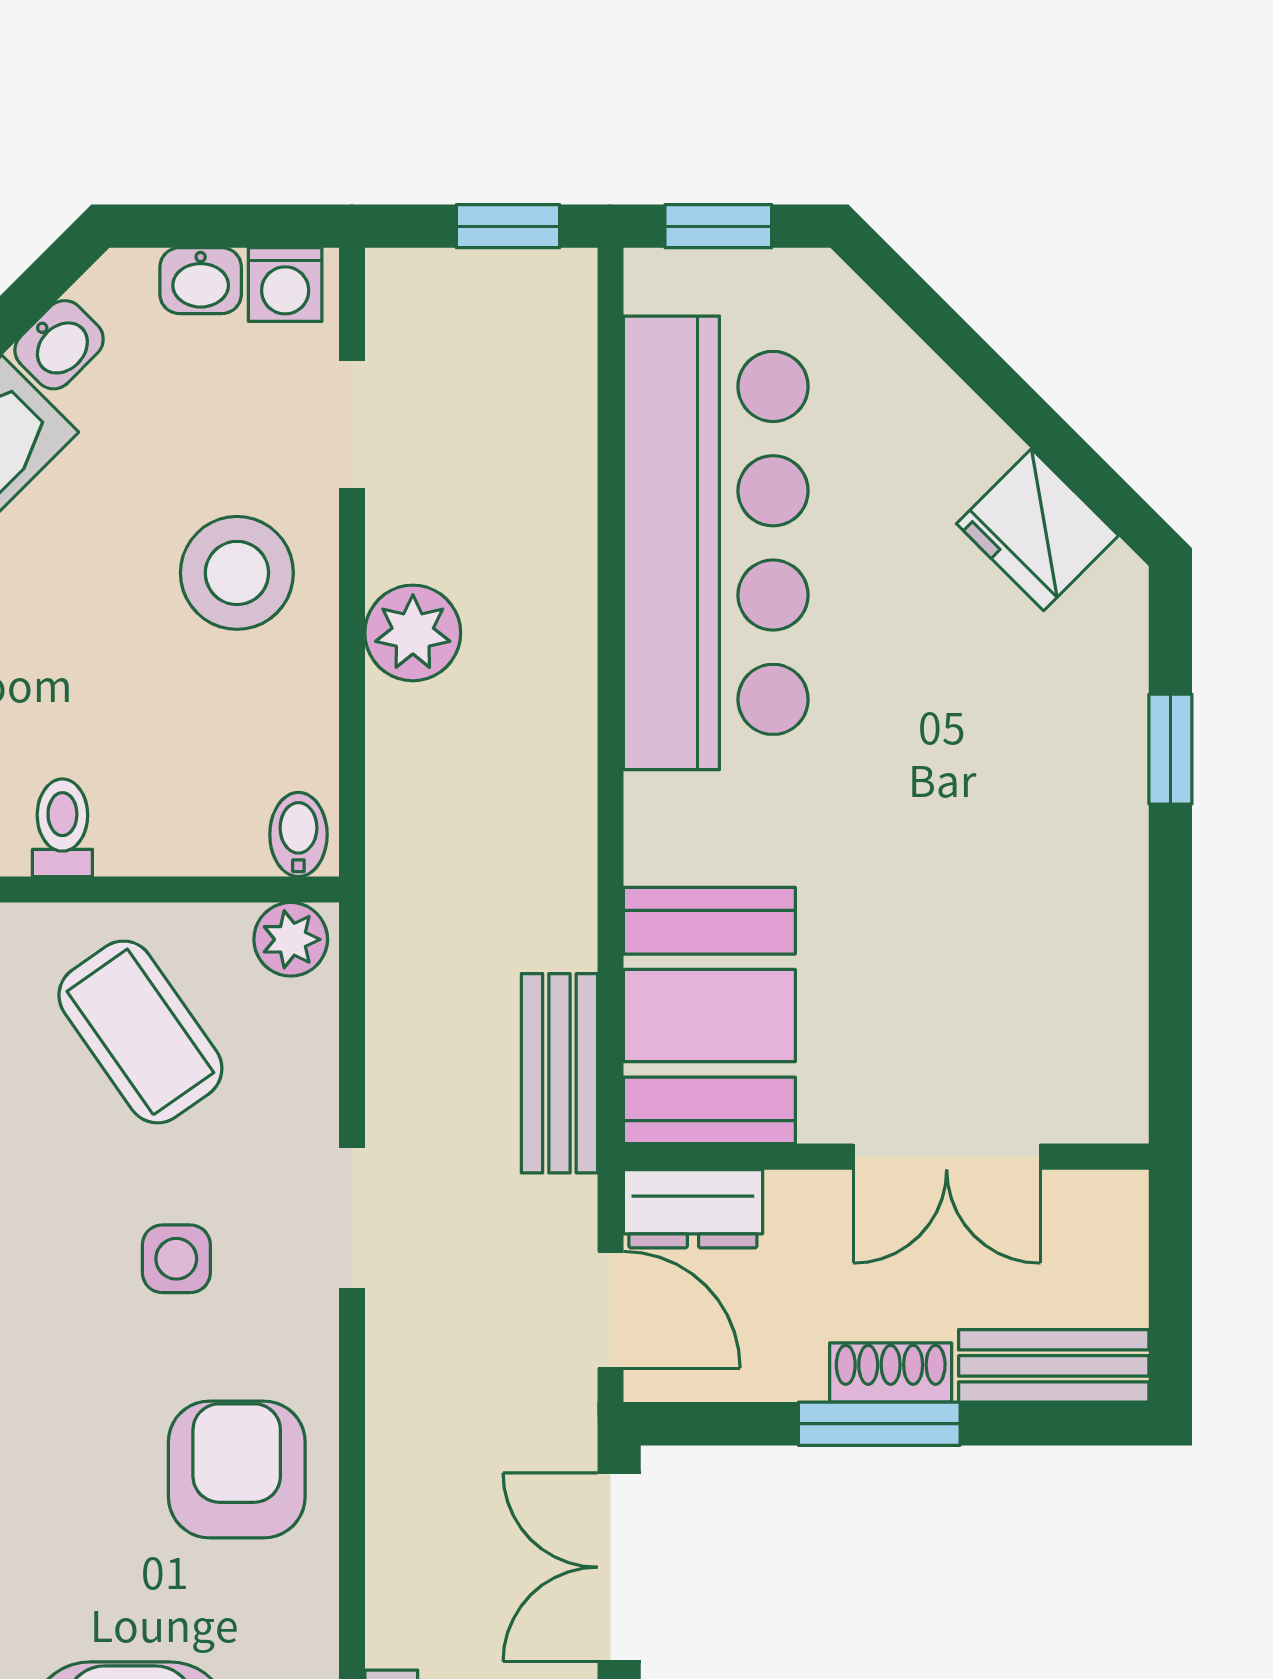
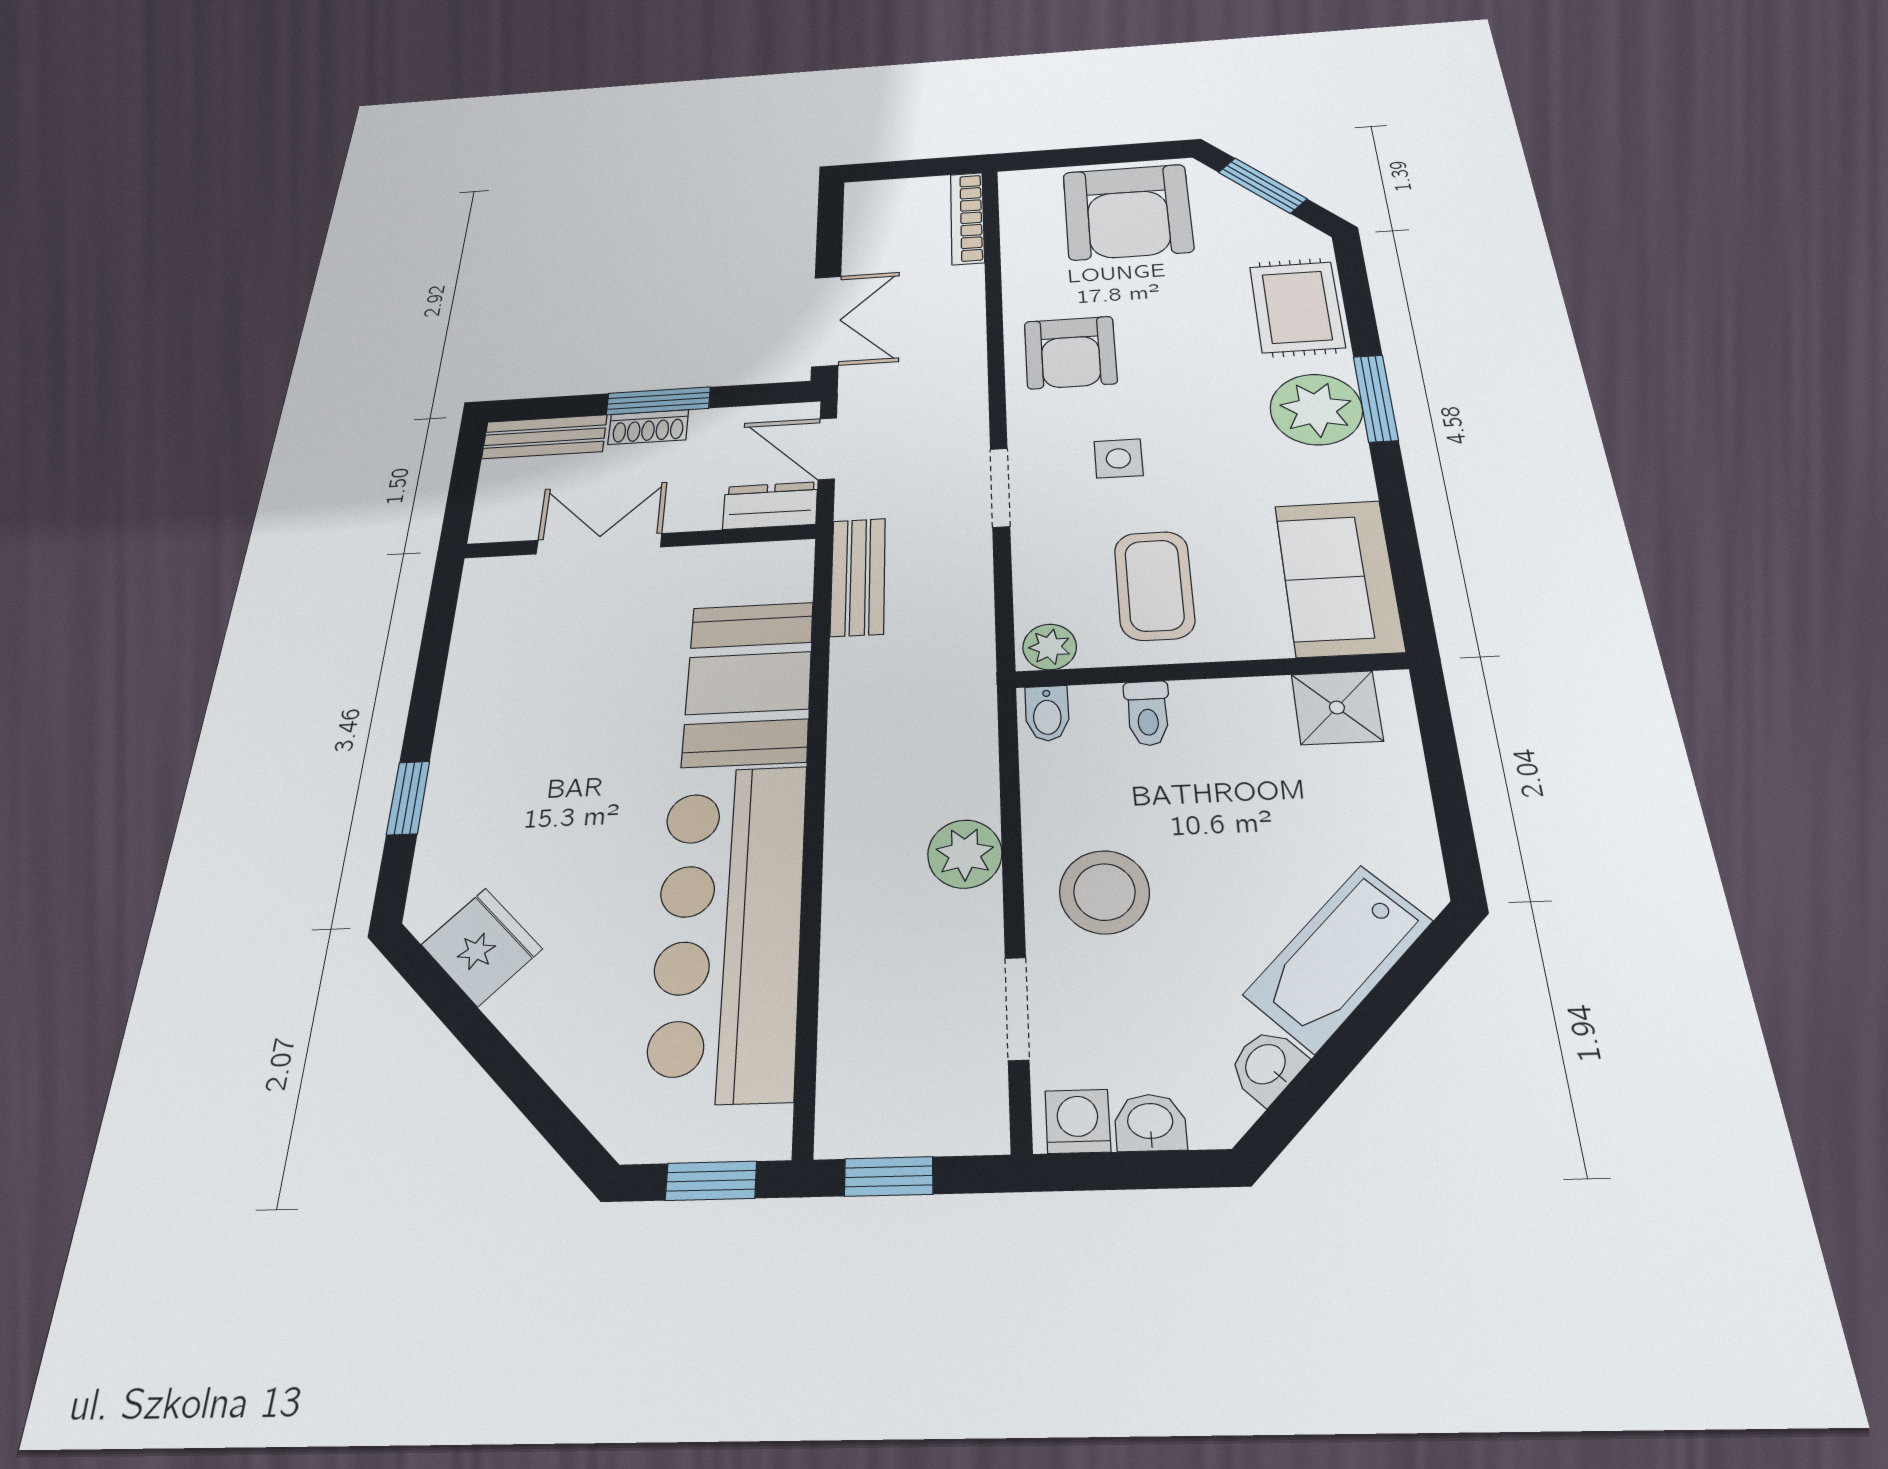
toilet: (62, 828) -> (1148, 713), moved
booth: (709, 1016) -> (749, 683), moved
coffee table: (140, 1032) -> (1154, 585), turned 35

